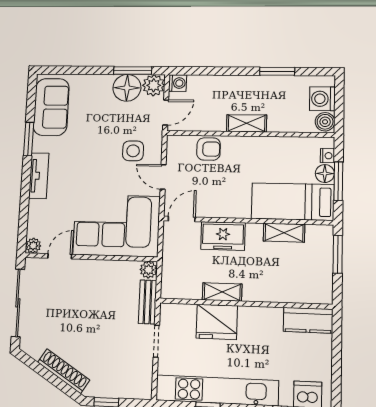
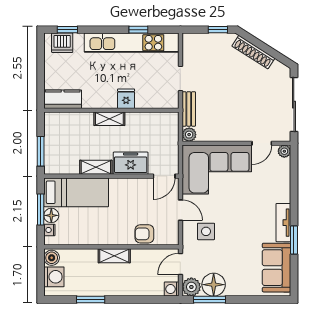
tv unit: (39, 176) -> (283, 223), moved
shelving: (284, 233) -> (96, 167), moved
shelving: (222, 292) -> (109, 119), moved
fridge: (217, 322) -> (126, 99), width x0.53, depth x0.75

